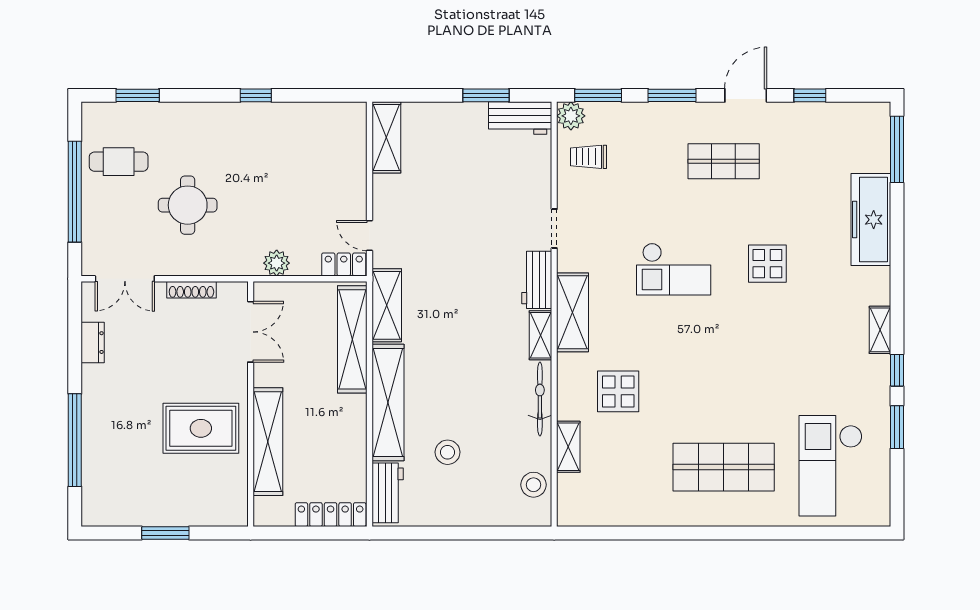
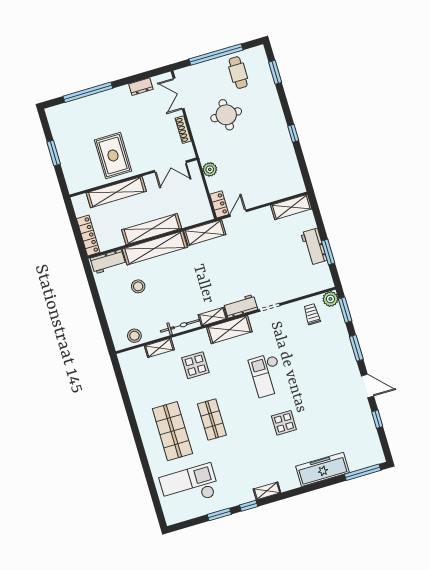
workbench: (520, 118) -> (314, 247), moved
shop shelf: (724, 161) -> (212, 419), moved
shelving: (352, 339) -> (152, 229), moved

